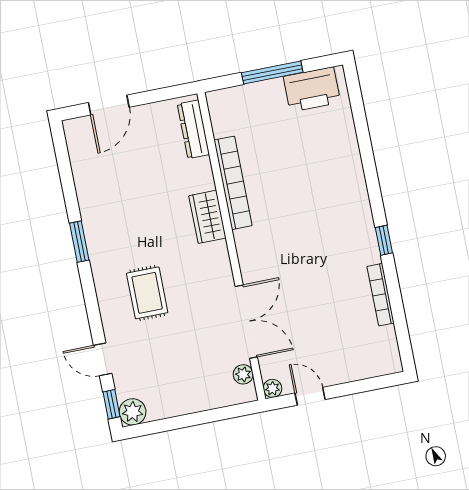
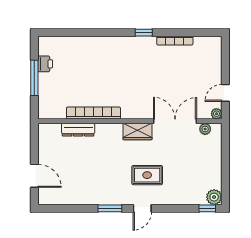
printer: (312, 90) -> (45, 64), width x0.53, depth x0.68
dresser: (193, 129) -> (78, 130), moved
wardrobe: (207, 217) -> (138, 132), moved
door: (103, 359) -> (142, 208), moved

